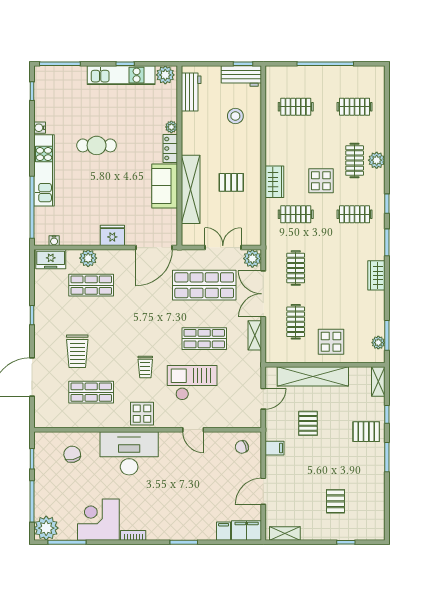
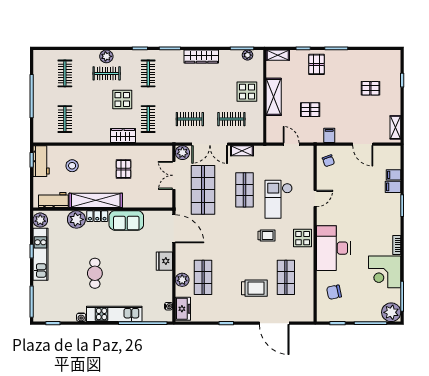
plant: (171, 127) -> (76, 219), width x1.88, depth x1.88
shelving: (191, 189) -> (96, 200), moved
wardrobe: (376, 275) -> (201, 56), width x1.50
shelving: (313, 376) -> (274, 97), width x0.68
filing cabinet: (247, 530) -> (393, 187), moved, width x0.50

